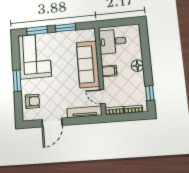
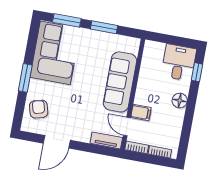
desk: (112, 41) -> (179, 62), moved, turned 90
filing cabinet: (109, 71) -> (141, 113), moved
window: (150, 93) -> (197, 72), moved
armchair: (32, 101) -> (39, 109), turned -105
tv unit: (85, 112) -> (106, 140), width x0.71

